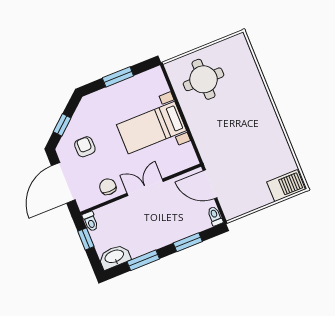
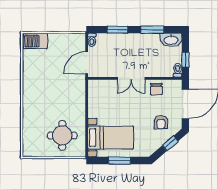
bed with nightstands: (152, 128) -> (111, 138), moved
door: (210, 184) -> (87, 63), swing flipped

